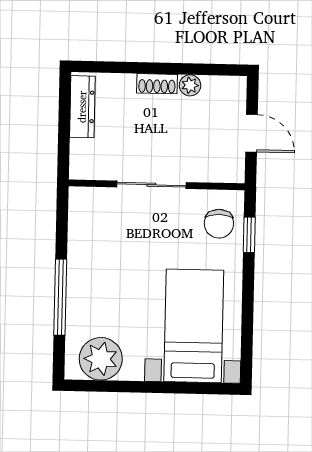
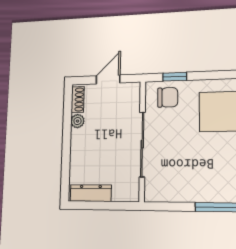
shoe rack: (157, 84) -> (78, 99), moved
sliding door: (151, 185) -> (142, 144), width x1.37

